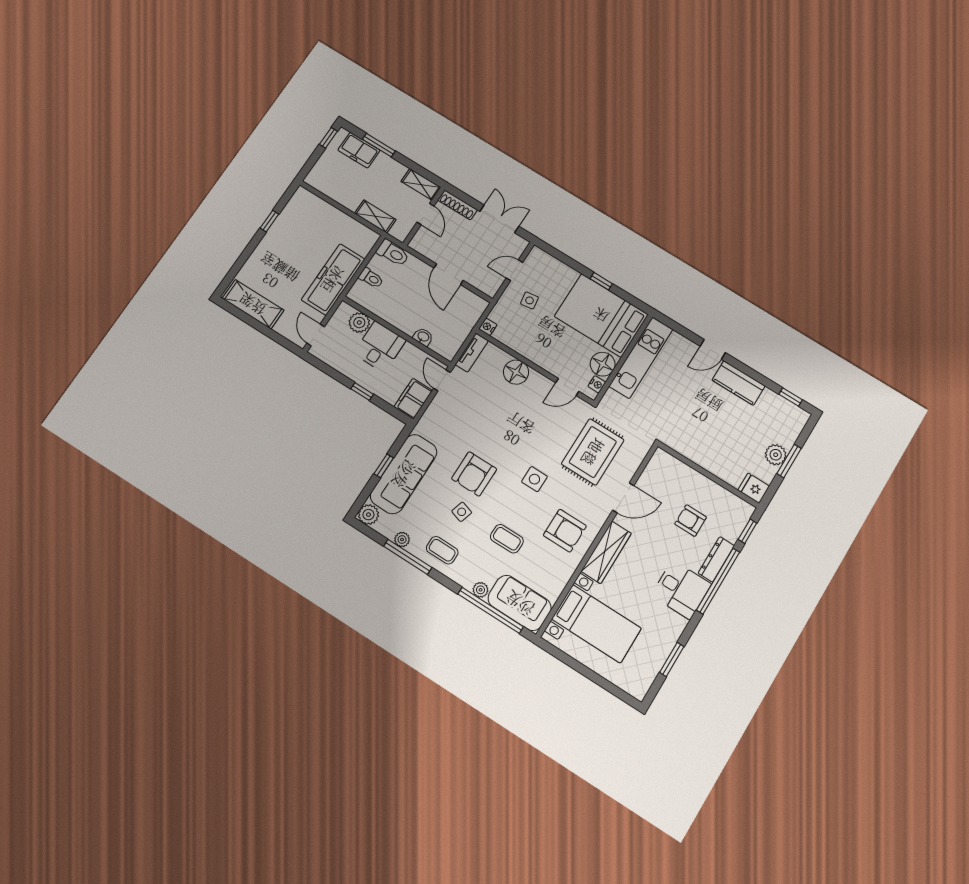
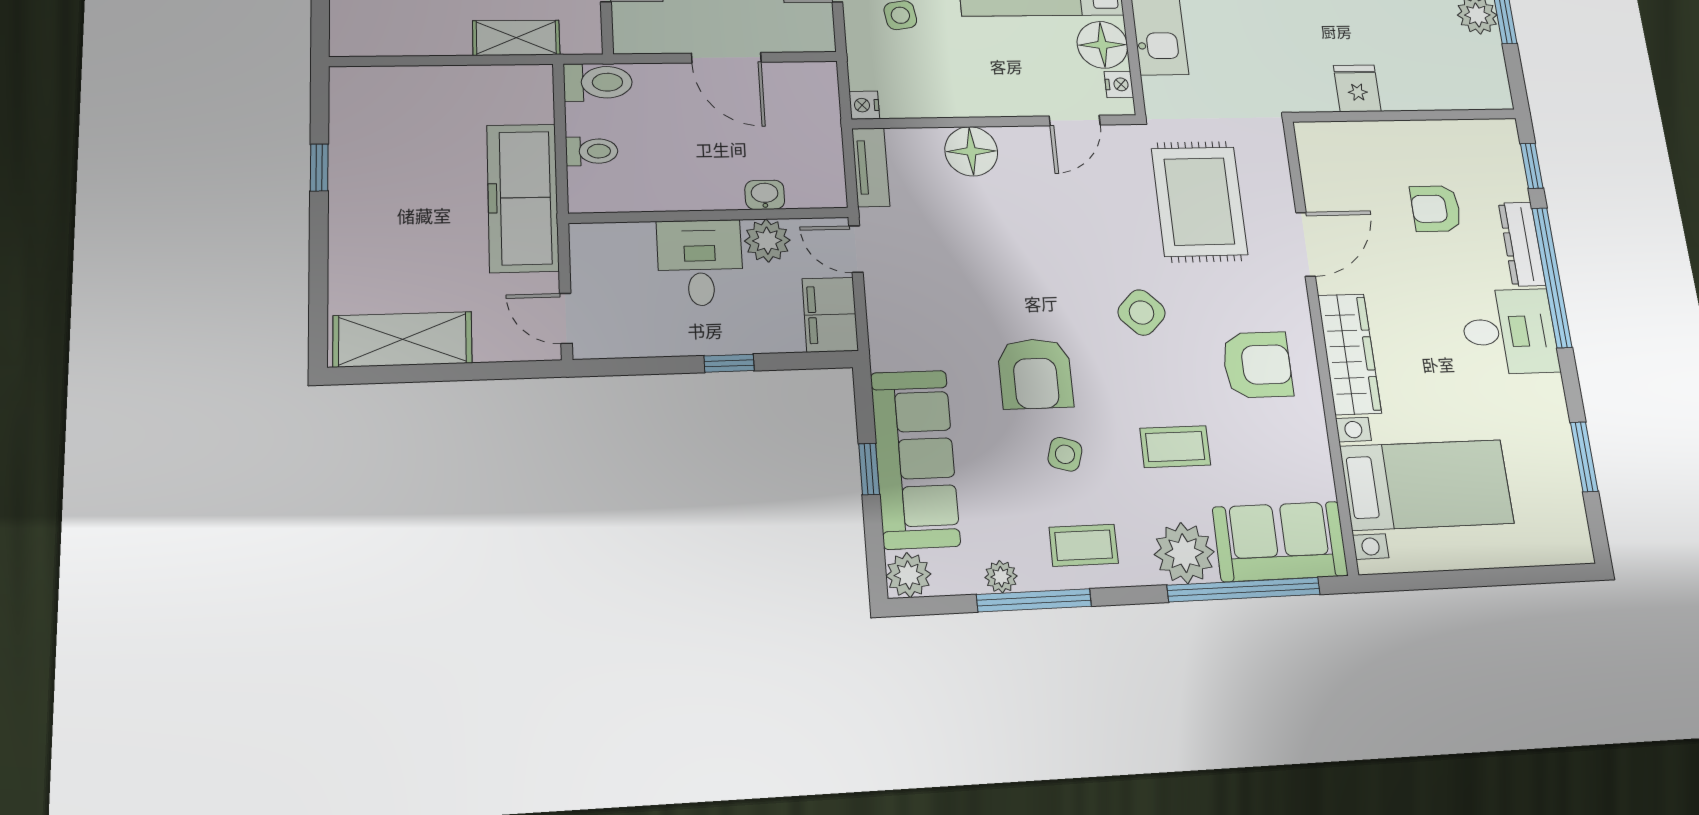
plant: (359, 323) -> (767, 241), moved
side table: (534, 479) -> (1142, 313), turned 45
fridge: (754, 488) -> (1357, 88), moved, turned 90
plant: (481, 590) -> (1184, 553), width x1.88, depth x1.88

